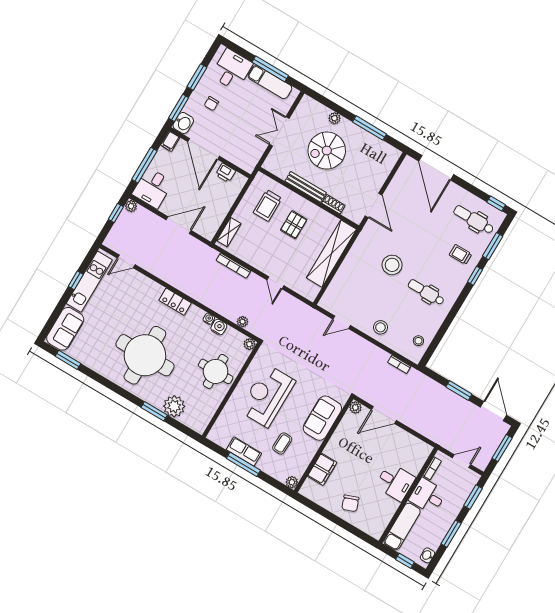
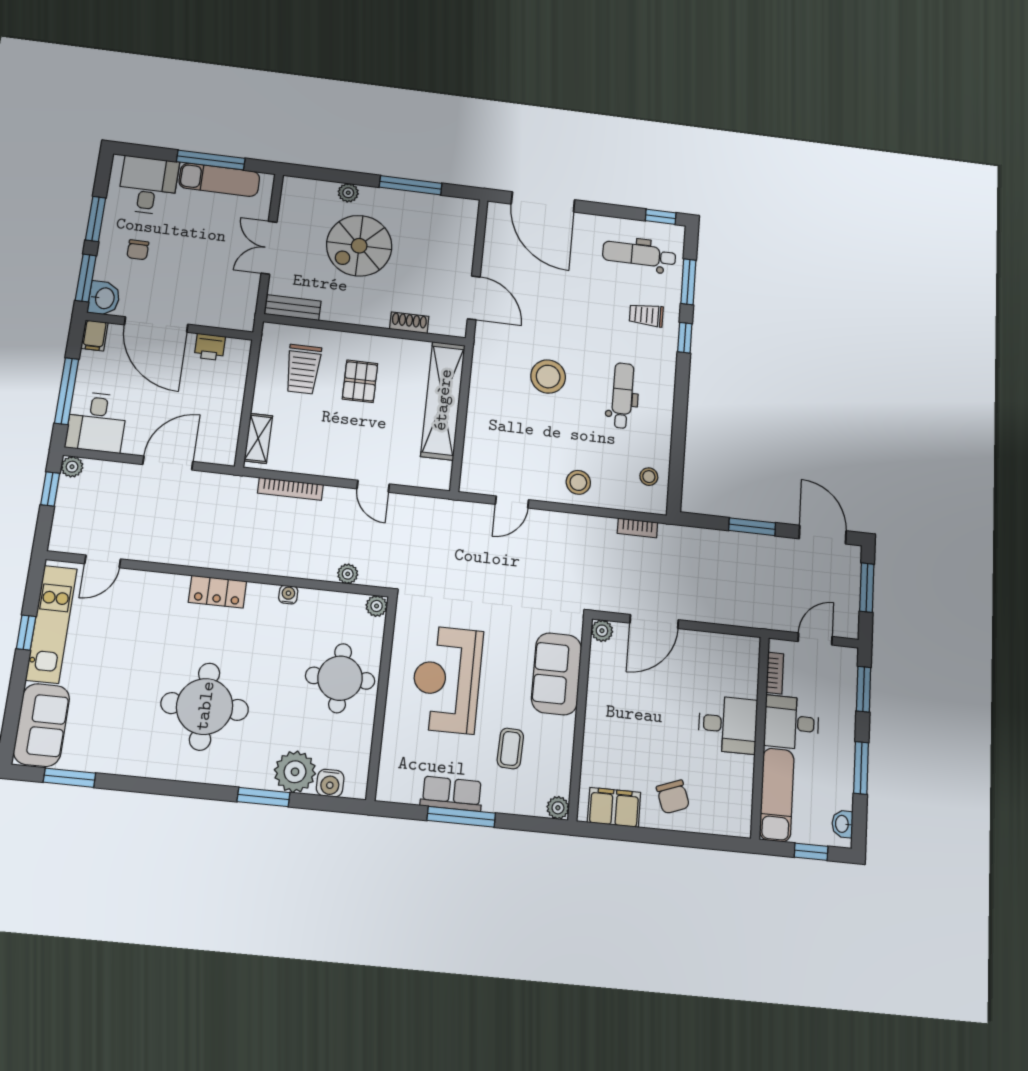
bench: (306, 187) -> (293, 308), moved, width x0.73
dental chair: (426, 292) -> (622, 396), turned 90
water cooler: (219, 327) -> (330, 783), moved, turned 180
round table: (145, 355) -> (205, 706), width x0.73, depth x0.73
filing cabinet: (322, 469) -> (614, 807), moved, turned -90

